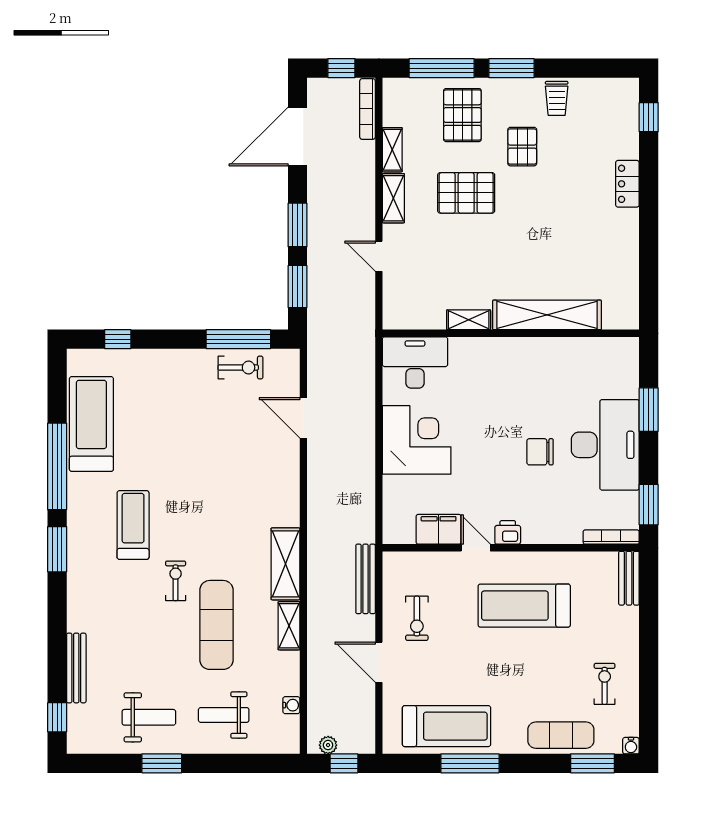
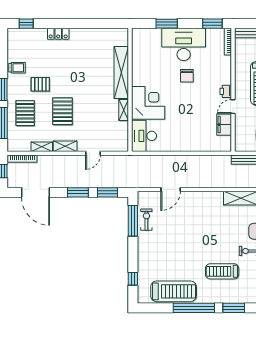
pallet: (462, 115) -> (25, 113), turned 90
treadmill: (91, 424) -> (174, 291), turned 180
corner desk: (417, 440) -> (148, 103), moved, turned 90

